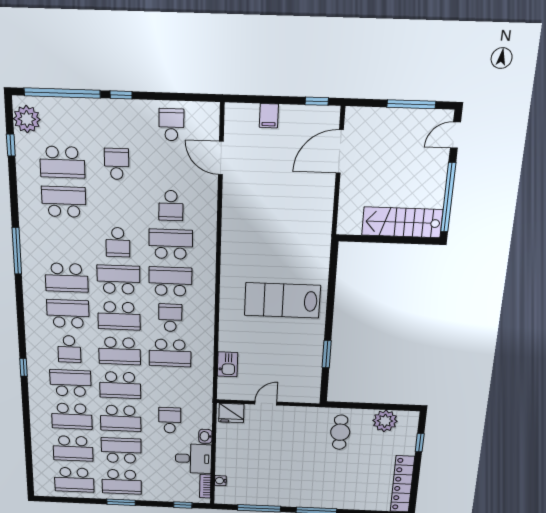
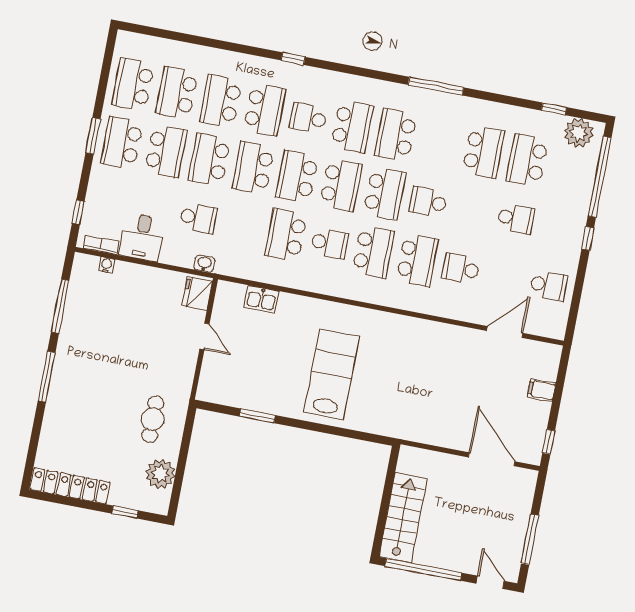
school desk: (119, 316) -> (341, 185), turned 180
cafe table: (340, 432) -> (153, 419), turned 90
washbasin: (205, 436) -> (204, 264), moved

